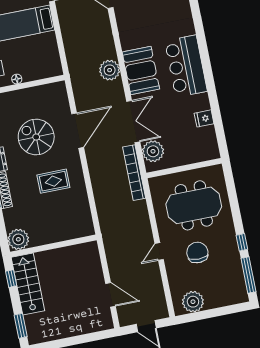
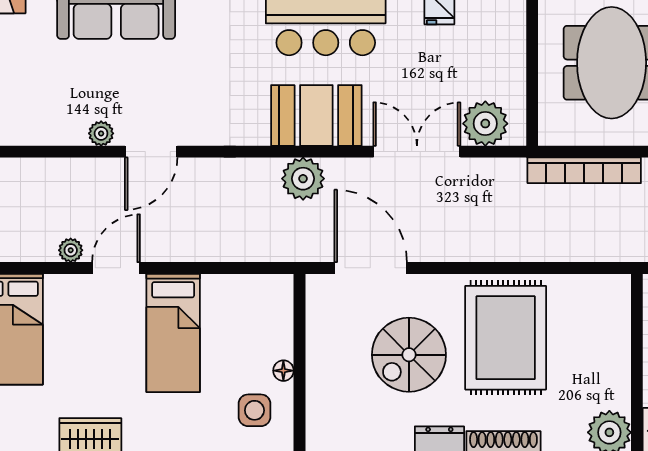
door: (78, 131) -> (371, 268), moved
bookcase: (134, 173) -> (584, 170), moved
rug: (53, 181) -> (506, 338), width x1.86, depth x2.06

